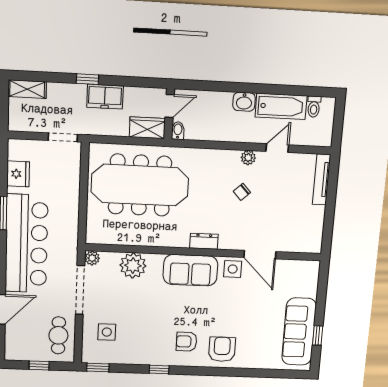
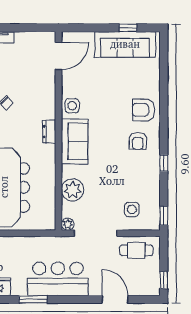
bar counter: (26, 244) -> (58, 279), width x0.73
door: (260, 255) -> (59, 56), moved
window: (39, 365) -> (164, 280), moved

